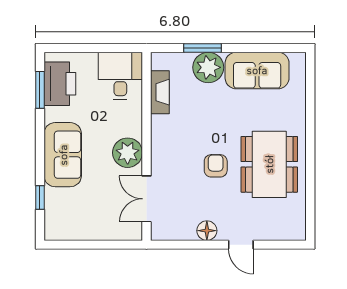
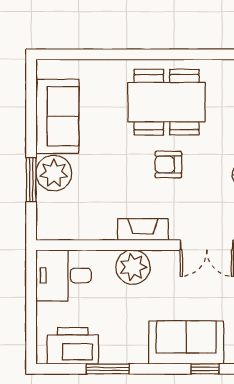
window: (40, 90) -> (108, 369), moved
fireplace: (160, 92) -> (143, 229), moved
plant: (128, 153) -> (133, 267), moved
sofa: (63, 155) -> (186, 343), moved

